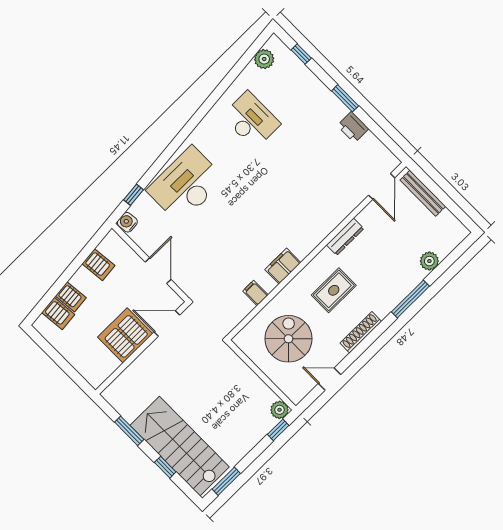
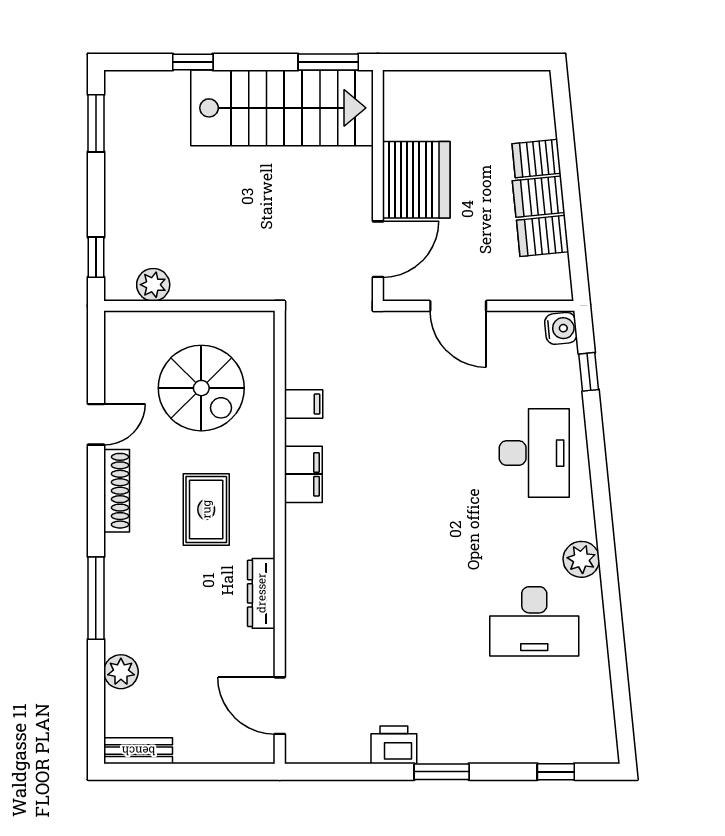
plant: (264, 59) -> (581, 559), moved
desk: (186, 185) -> (534, 453), width x0.73, depth x0.77
bench: (423, 193) -> (138, 751), moved, width x0.73
server rack: (58, 313) -> (539, 197), moved
door: (330, 379) -> (96, 424), moved
plant: (279, 410) -> (153, 285), moved
window: (129, 431) -> (328, 62), moved
stairs: (180, 446) -> (282, 108), moved

